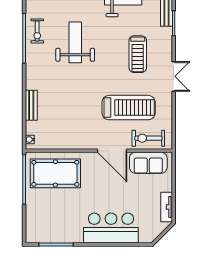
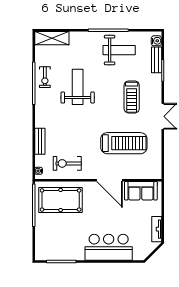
exercise bike: (148, 138) -> (67, 163), moved

